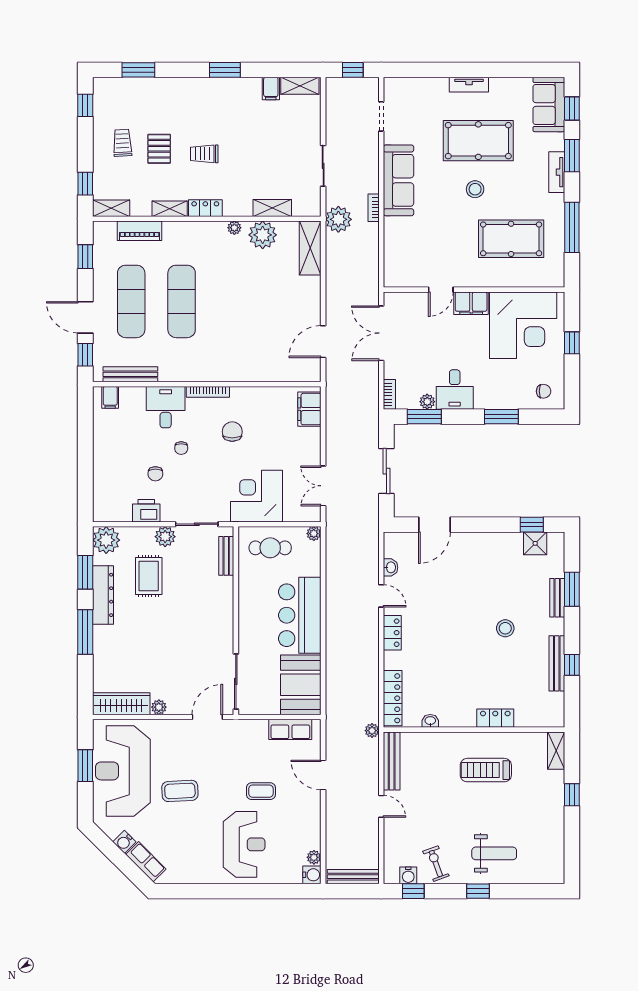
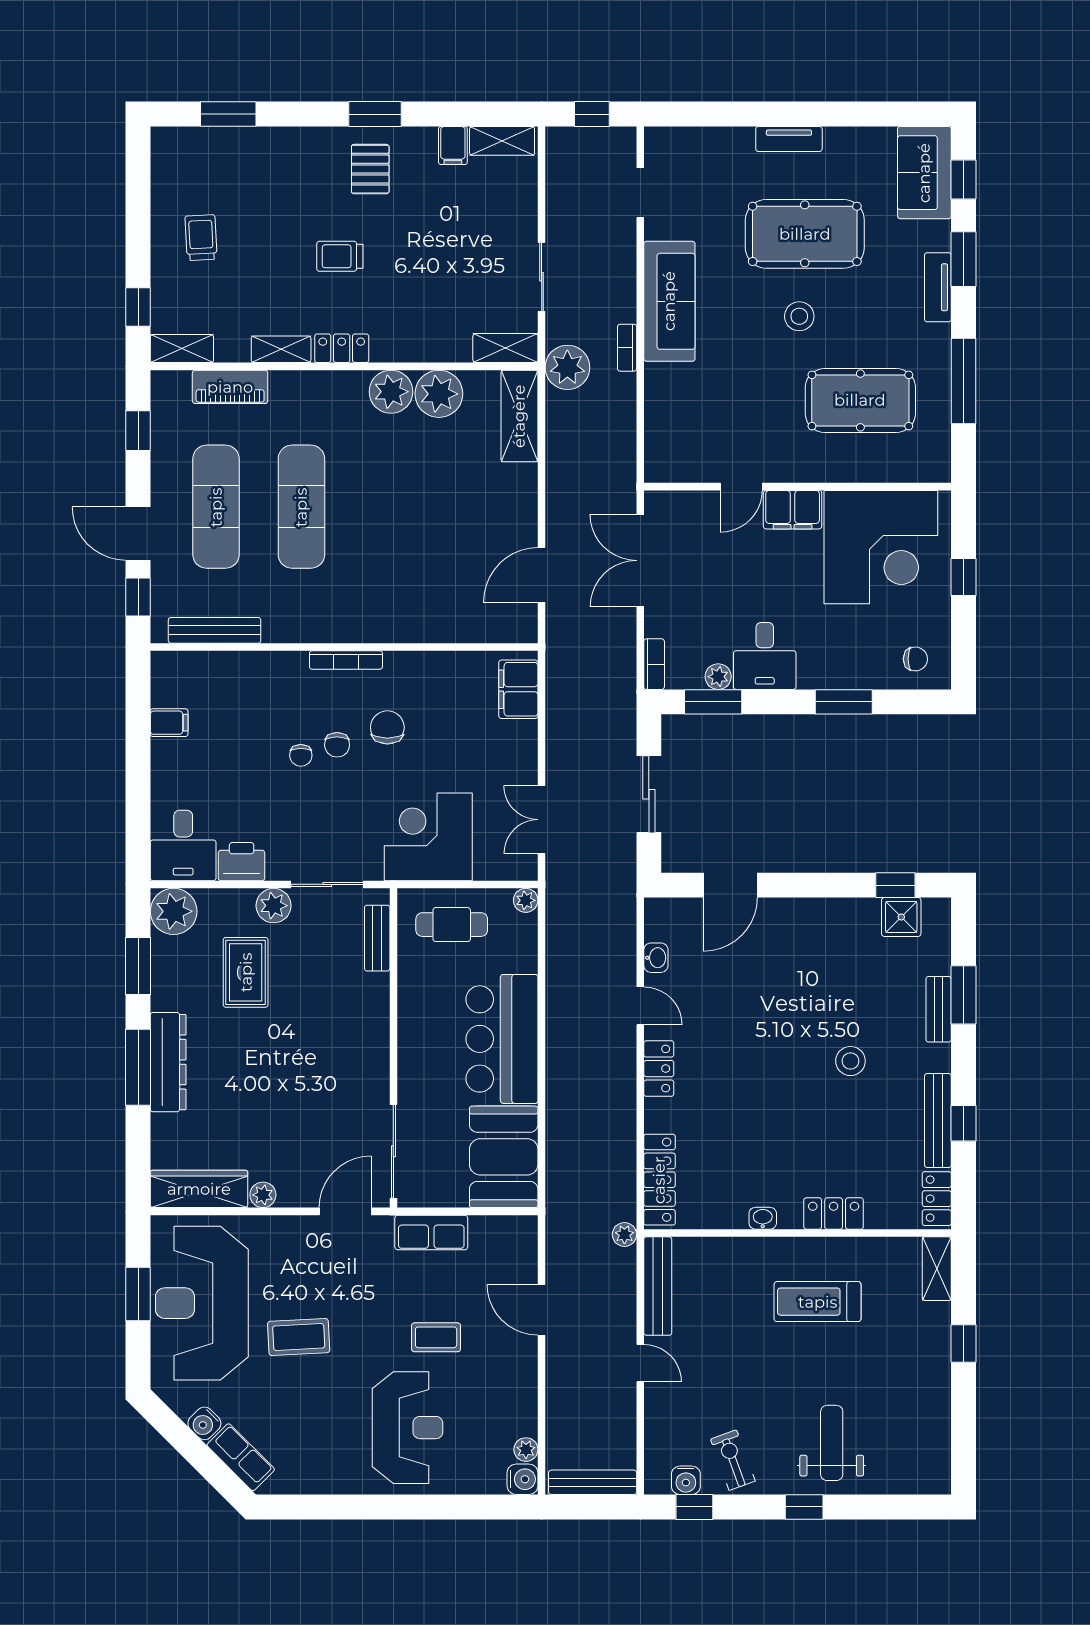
window: (85, 105) -> (138, 174), removed
pallet: (159, 149) -> (370, 169), moved
shelving: (272, 208) -> (505, 348), moved
plant: (234, 228) -> (391, 392), width x1.88, depth x1.88
filing cabinet: (110, 397) -> (169, 723), moved, turned -90
desk: (166, 407) -> (183, 845), moved, turned 180
chair: (155, 474) -> (337, 745), moved
dresser: (103, 595) -> (168, 1062), moved
locker: (556, 709) -> (937, 1199), added
washbasin: (430, 721) -> (763, 1218), moved
row of seats: (290, 729) -> (431, 1232), moved
weight bench: (494, 853) -> (832, 1443), turned -90

